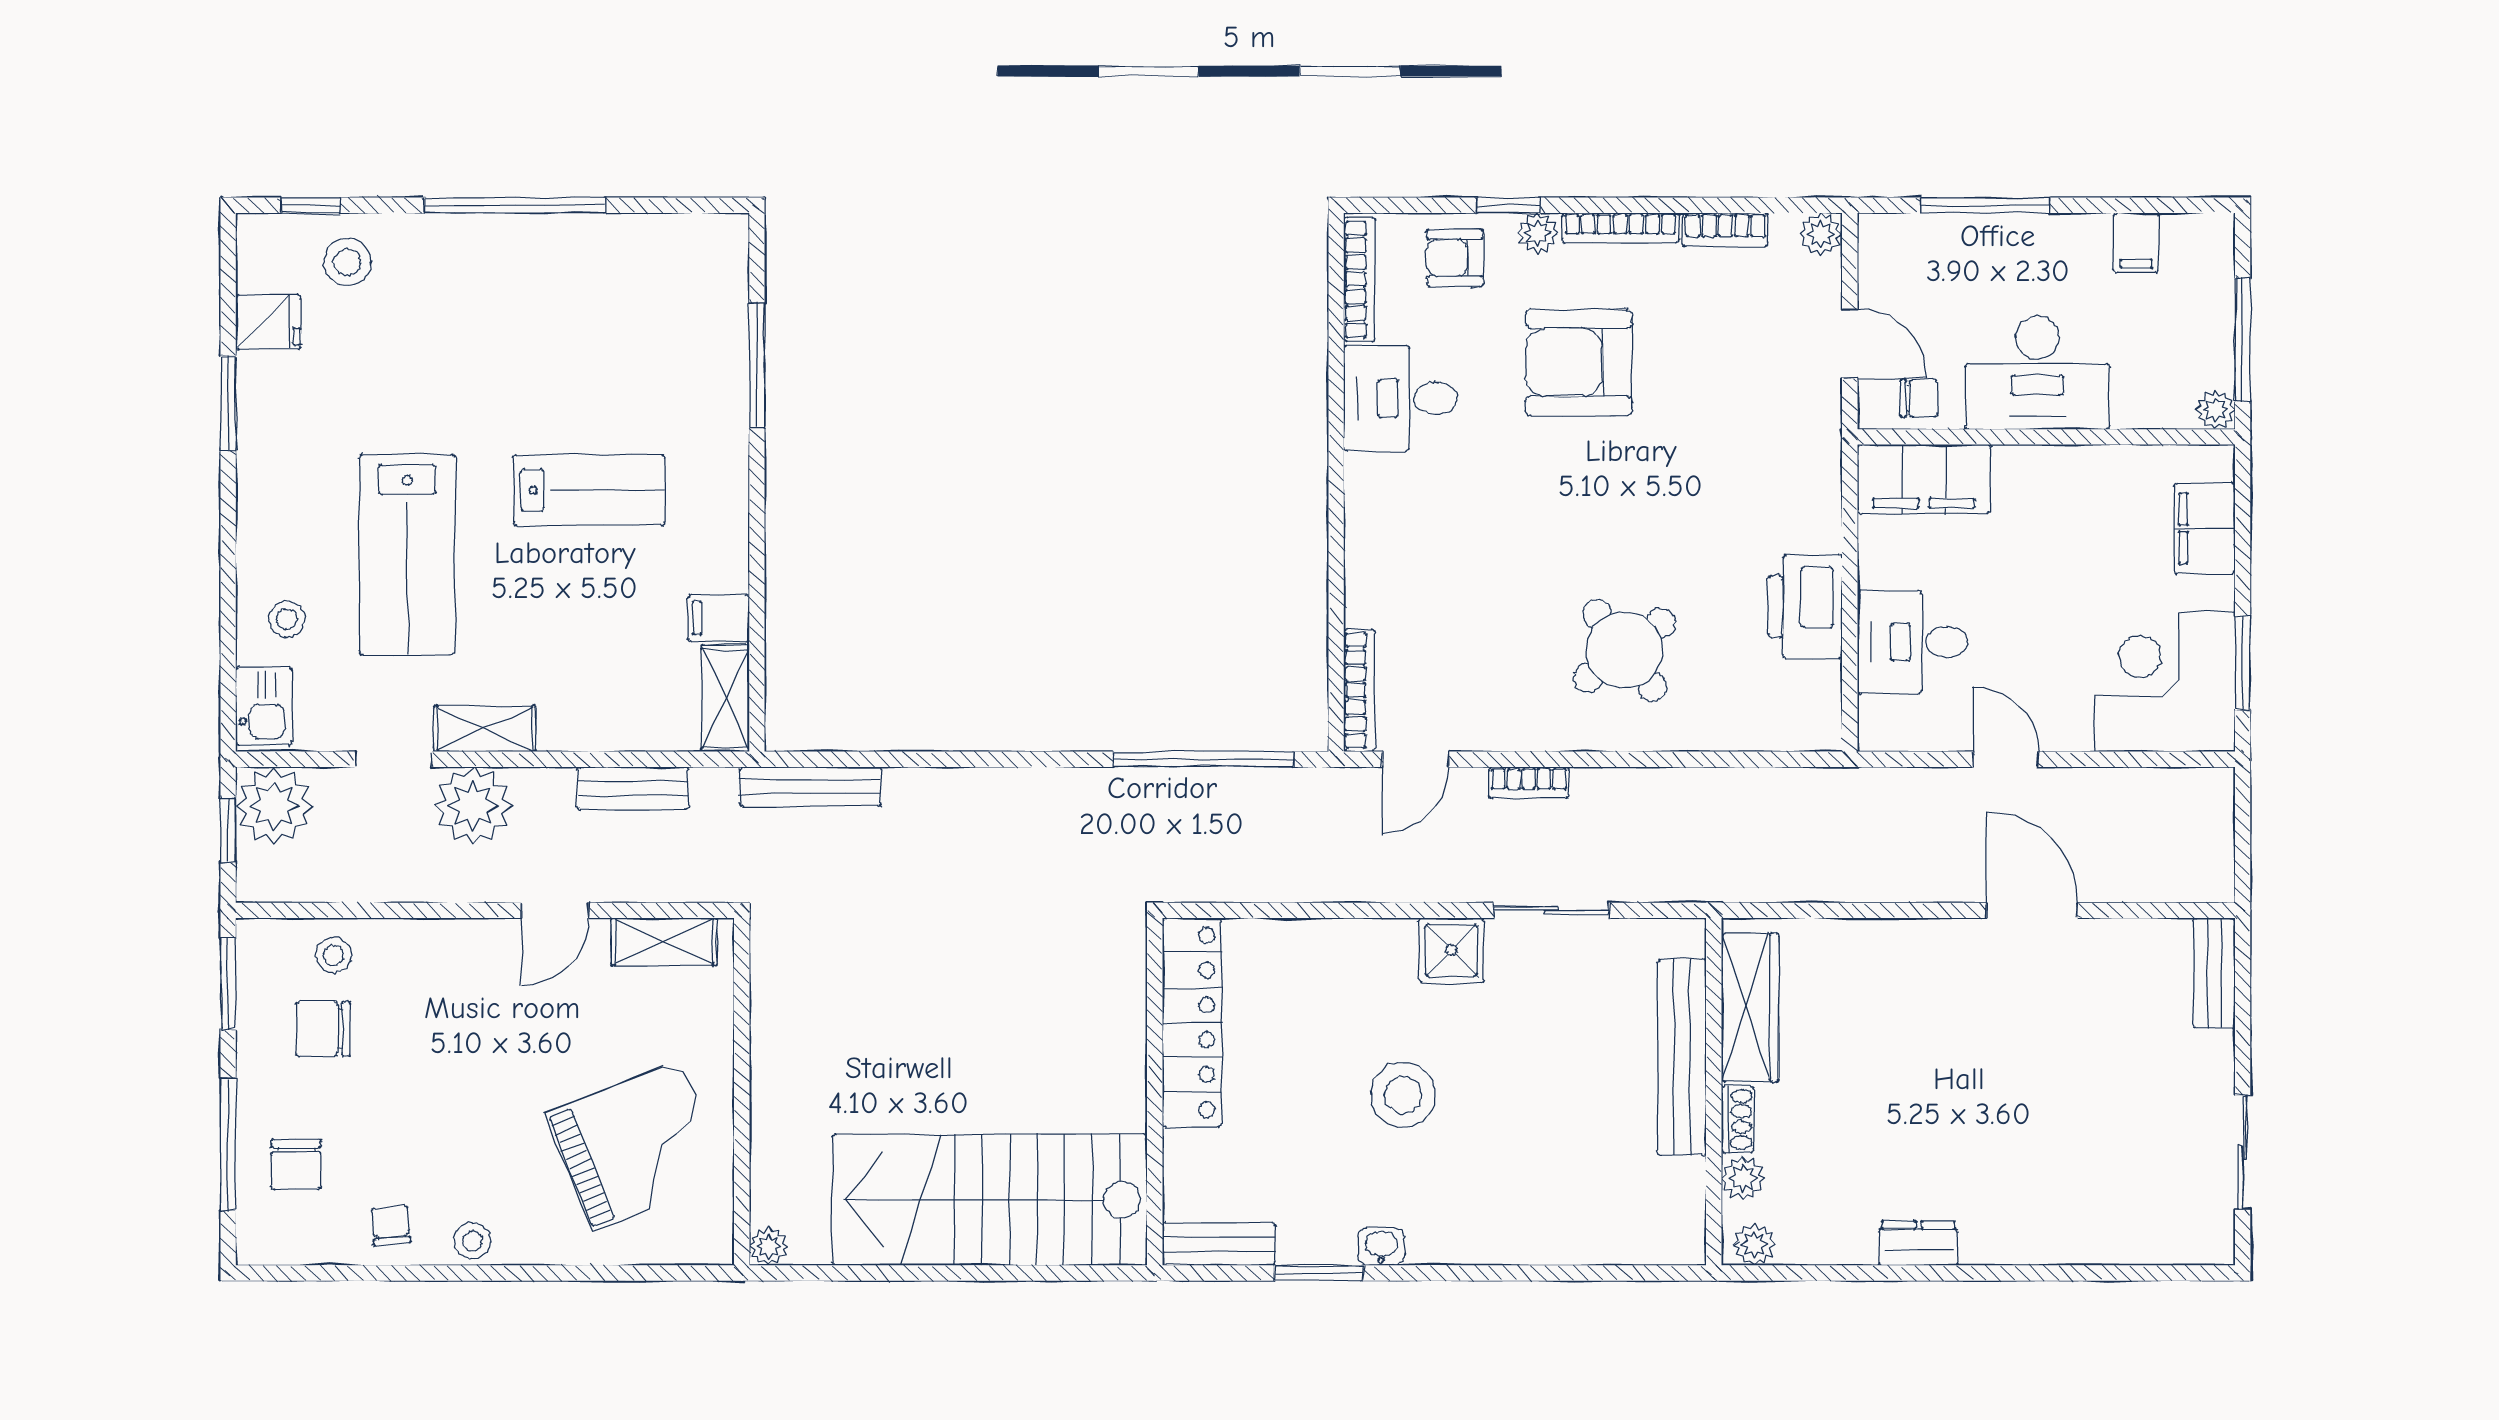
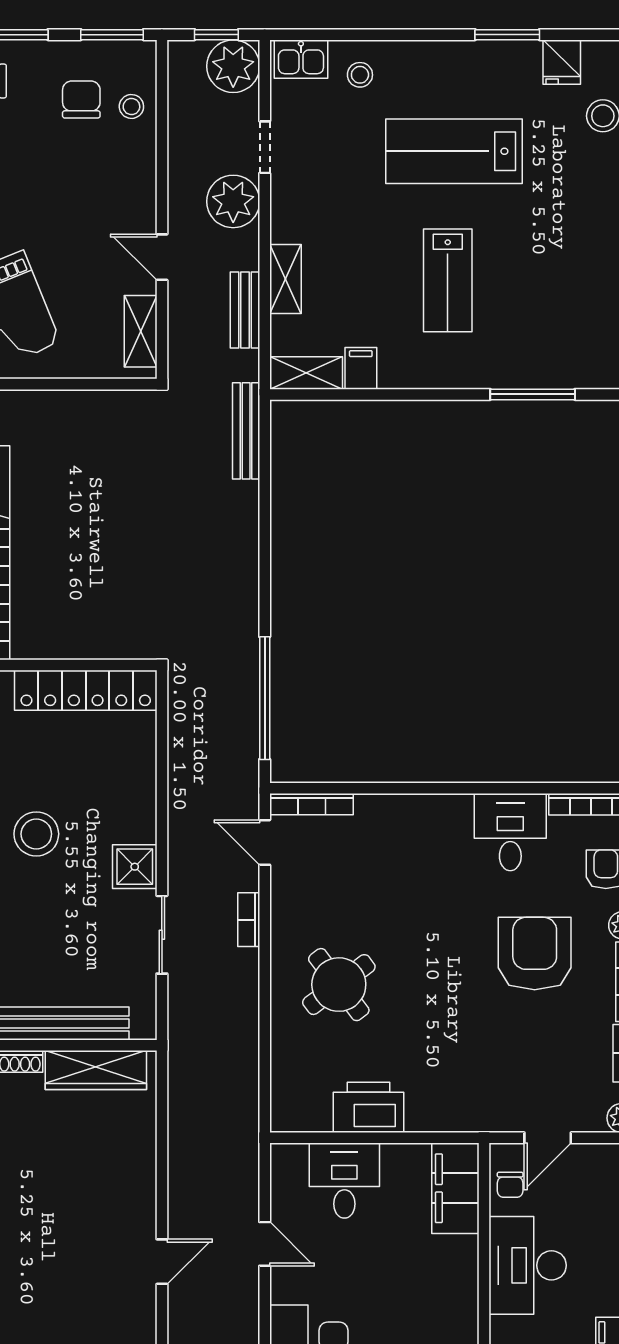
lab bench: (407, 555) -> (454, 151), moved
shelving: (485, 729) -> (285, 279), moved
door: (2006, 759) -> (265, 1244), hinge flipped
door: (2032, 910) -> (162, 1262), width x0.73

